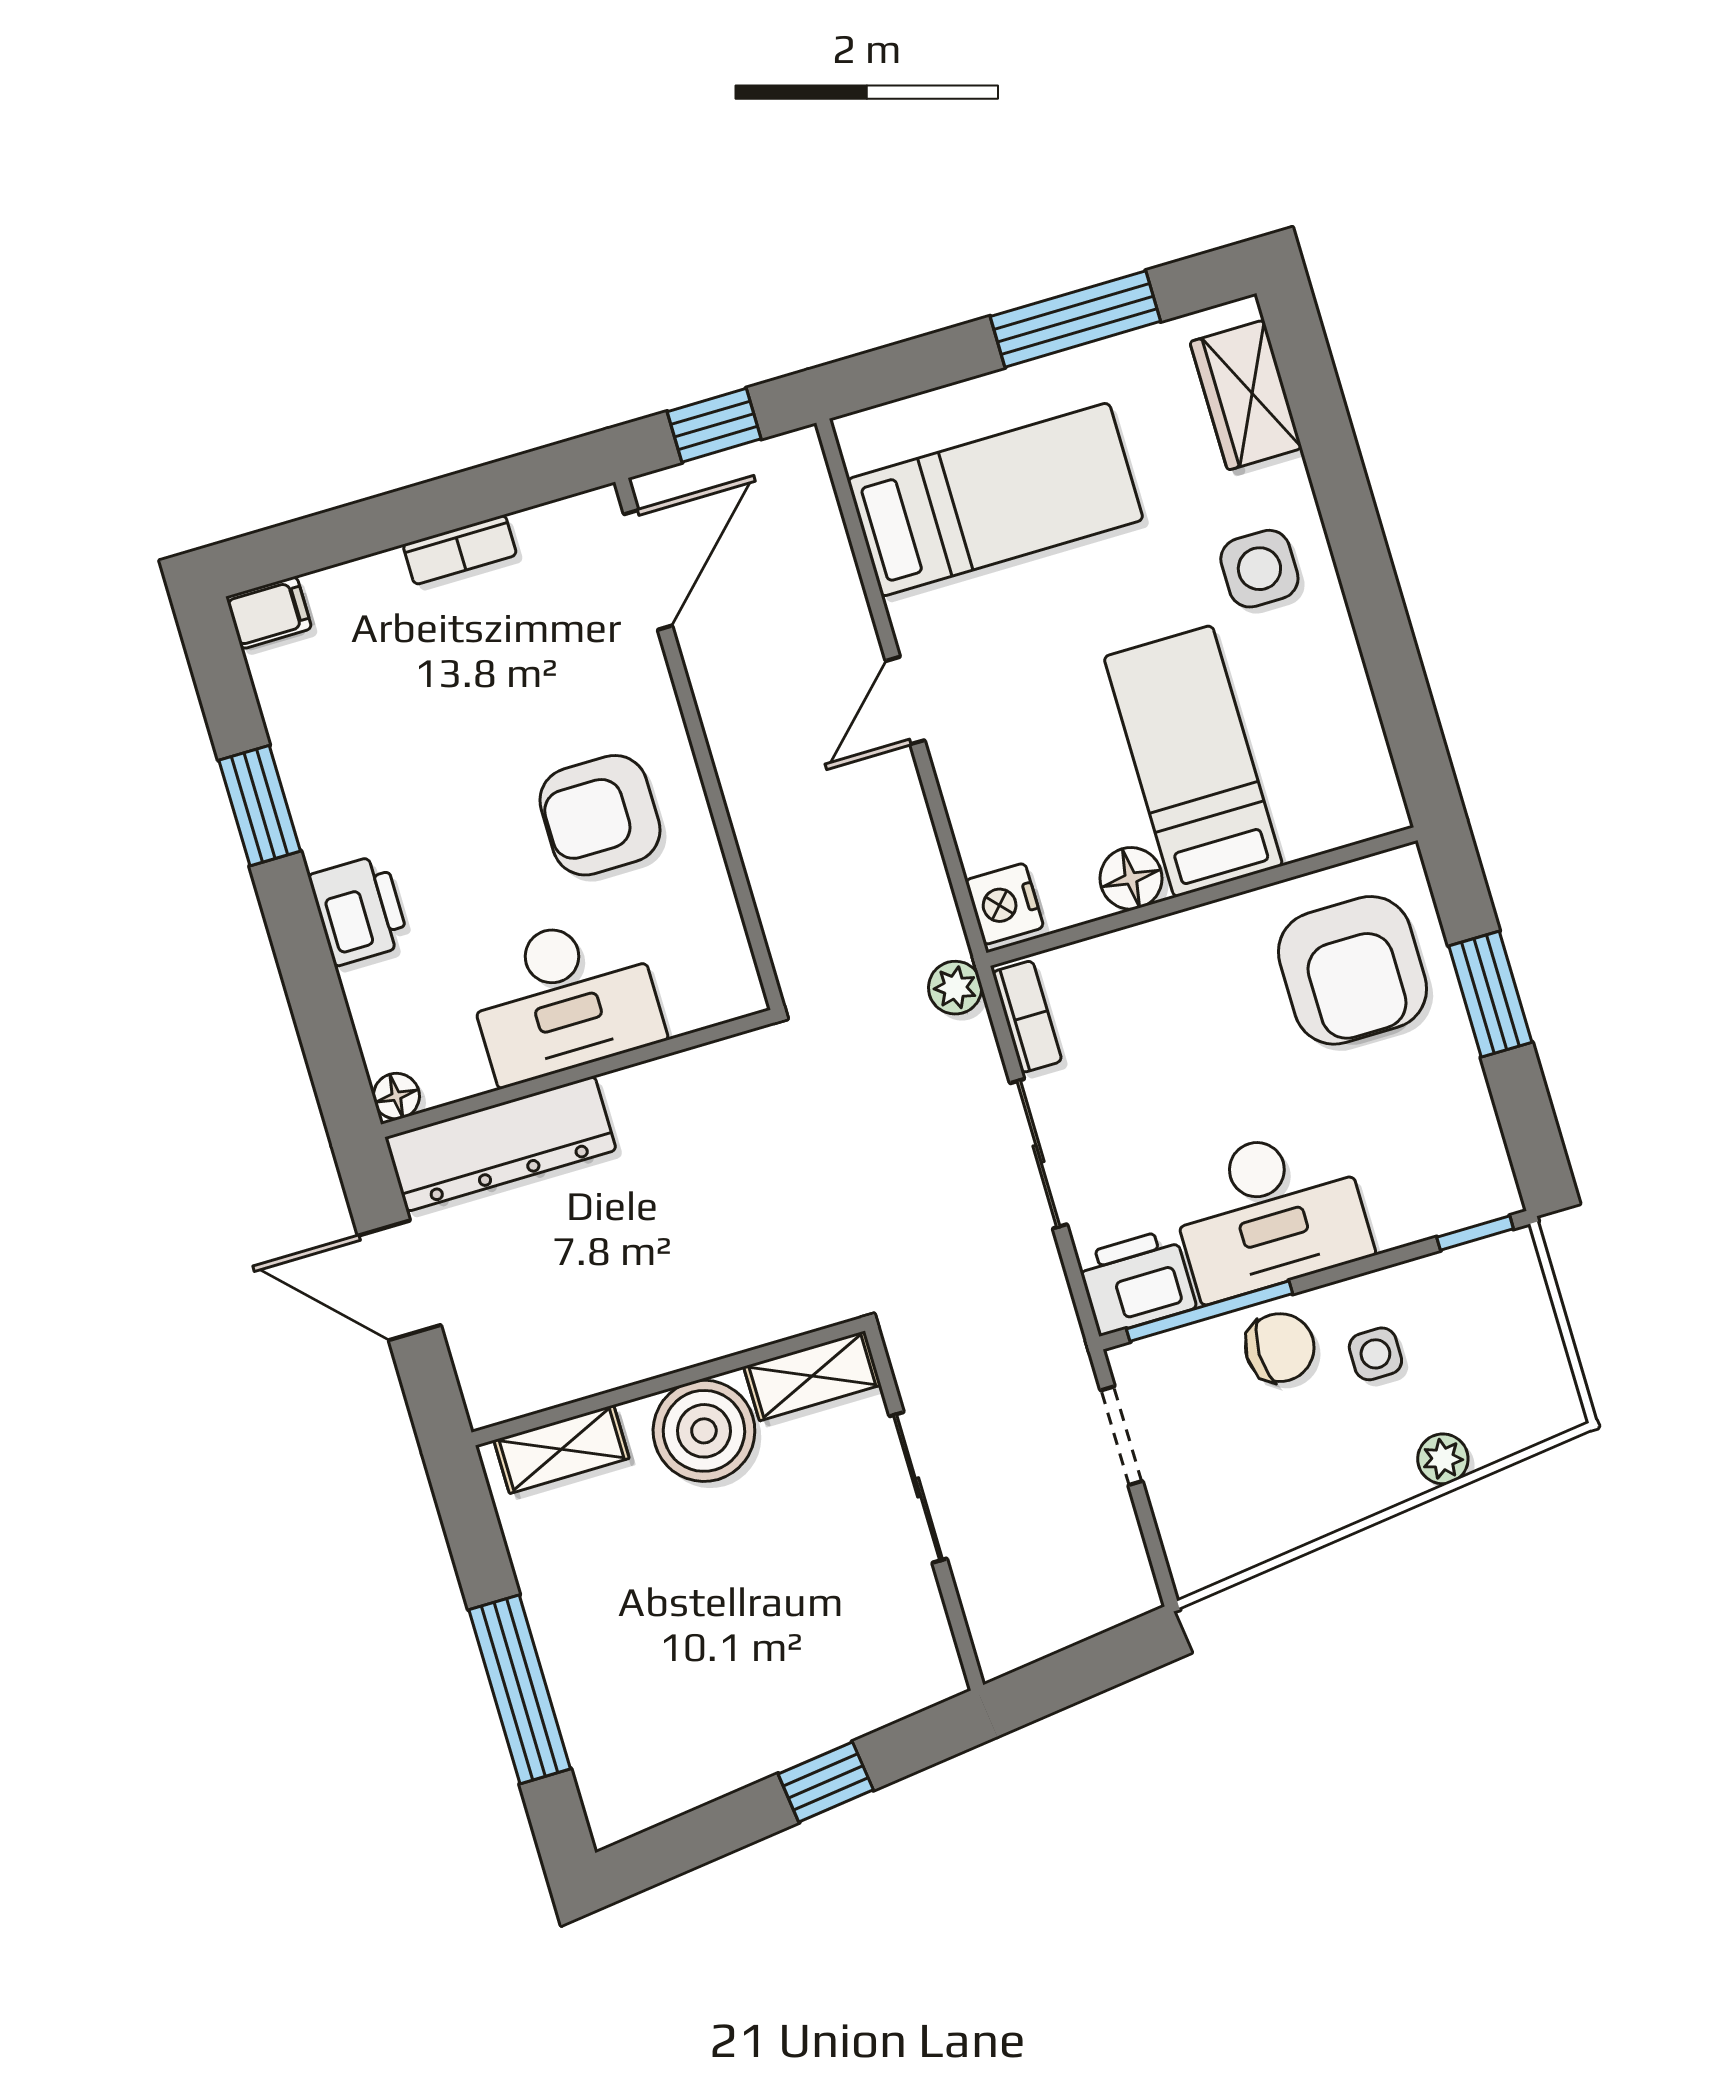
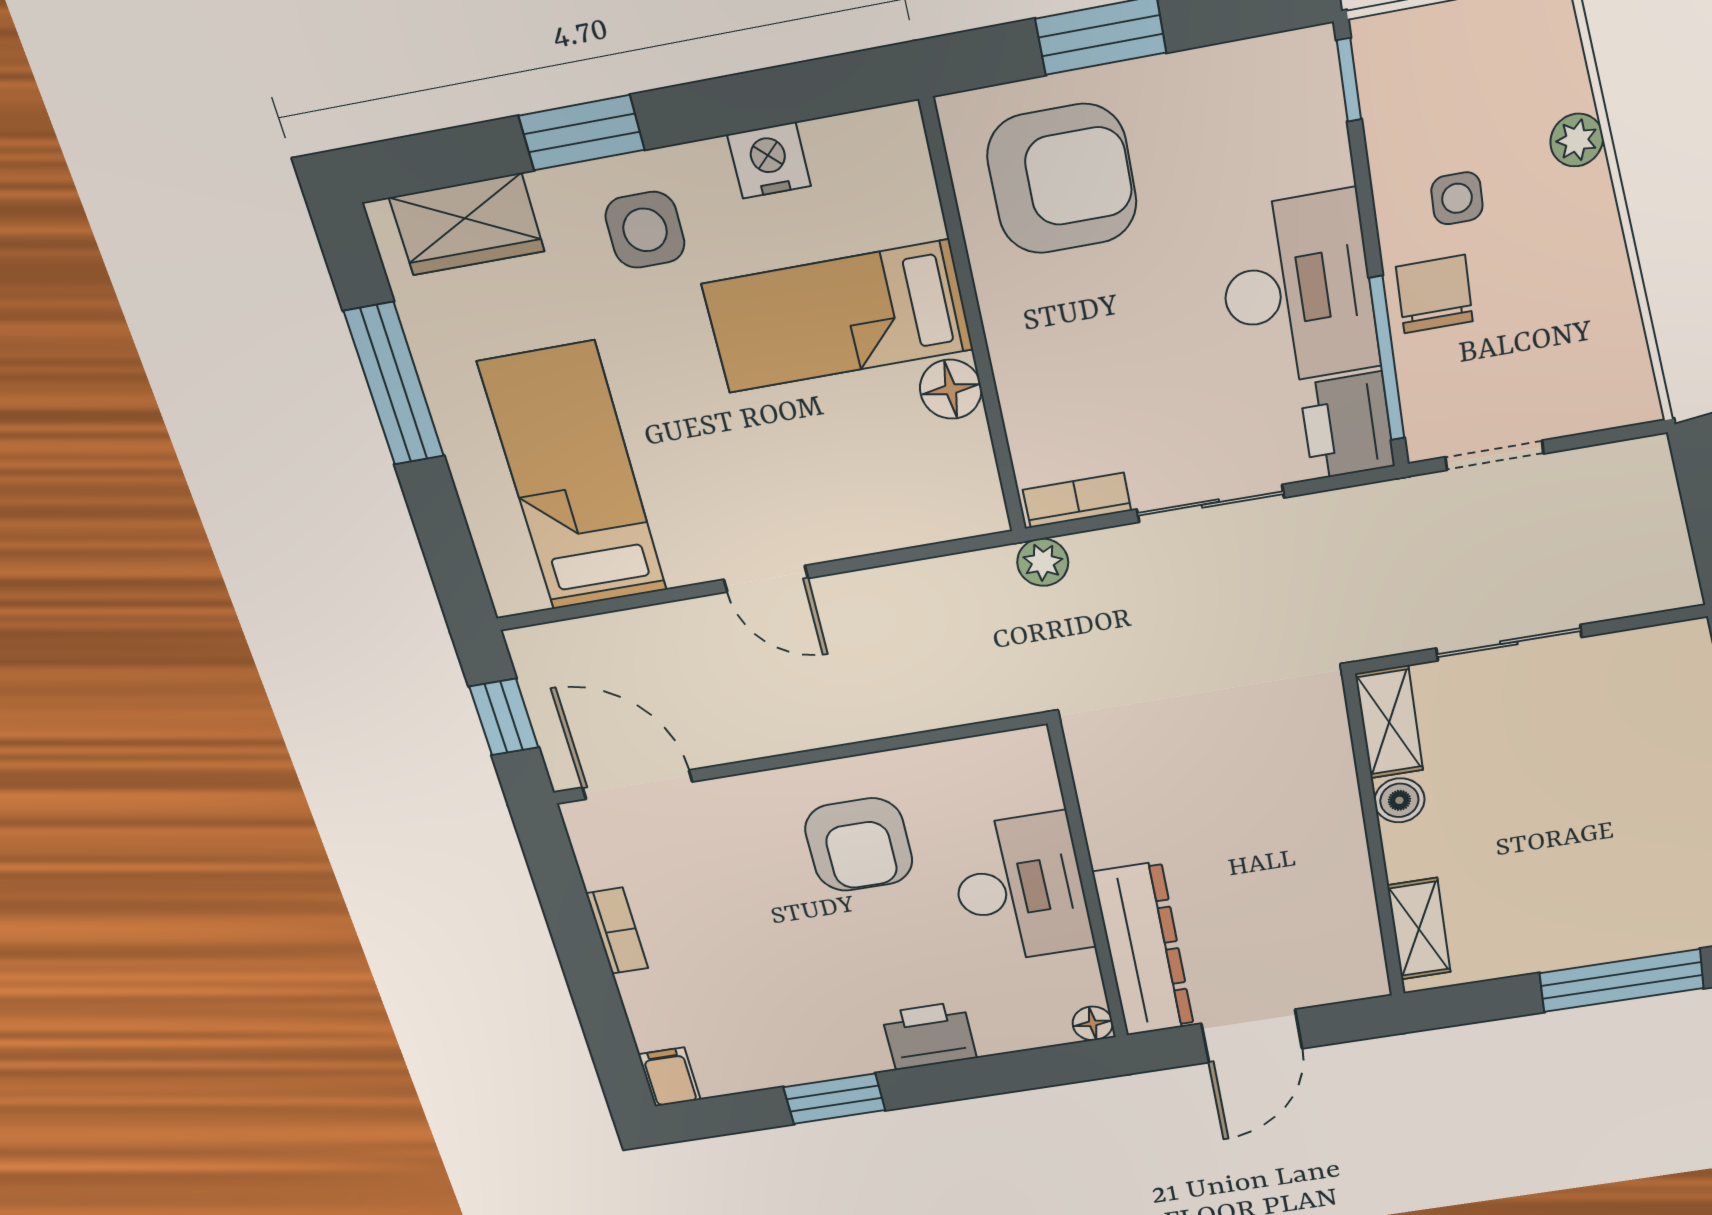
window: (1347, 506) -> (582, 133), added
nightstand: (1004, 904) -> (769, 160), moved, turned 180
boiler: (704, 1431) -> (1399, 800), width x0.54, depth x0.54

